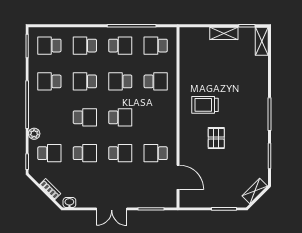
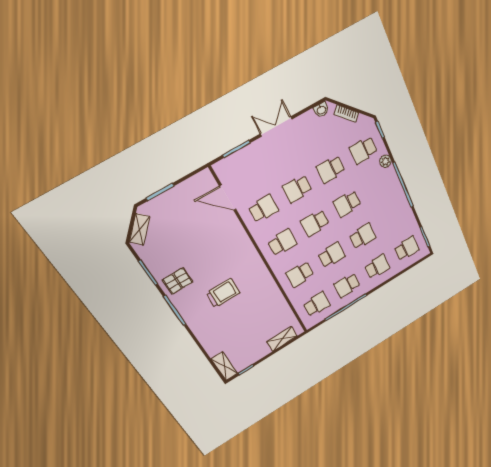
shelving: (224, 33) -> (282, 339), moved
school desk: (49, 81) -> (282, 243), moved
trolley: (205, 105) -> (223, 293), moved
pallet: (216, 138) -> (178, 281), moved, turned 90

